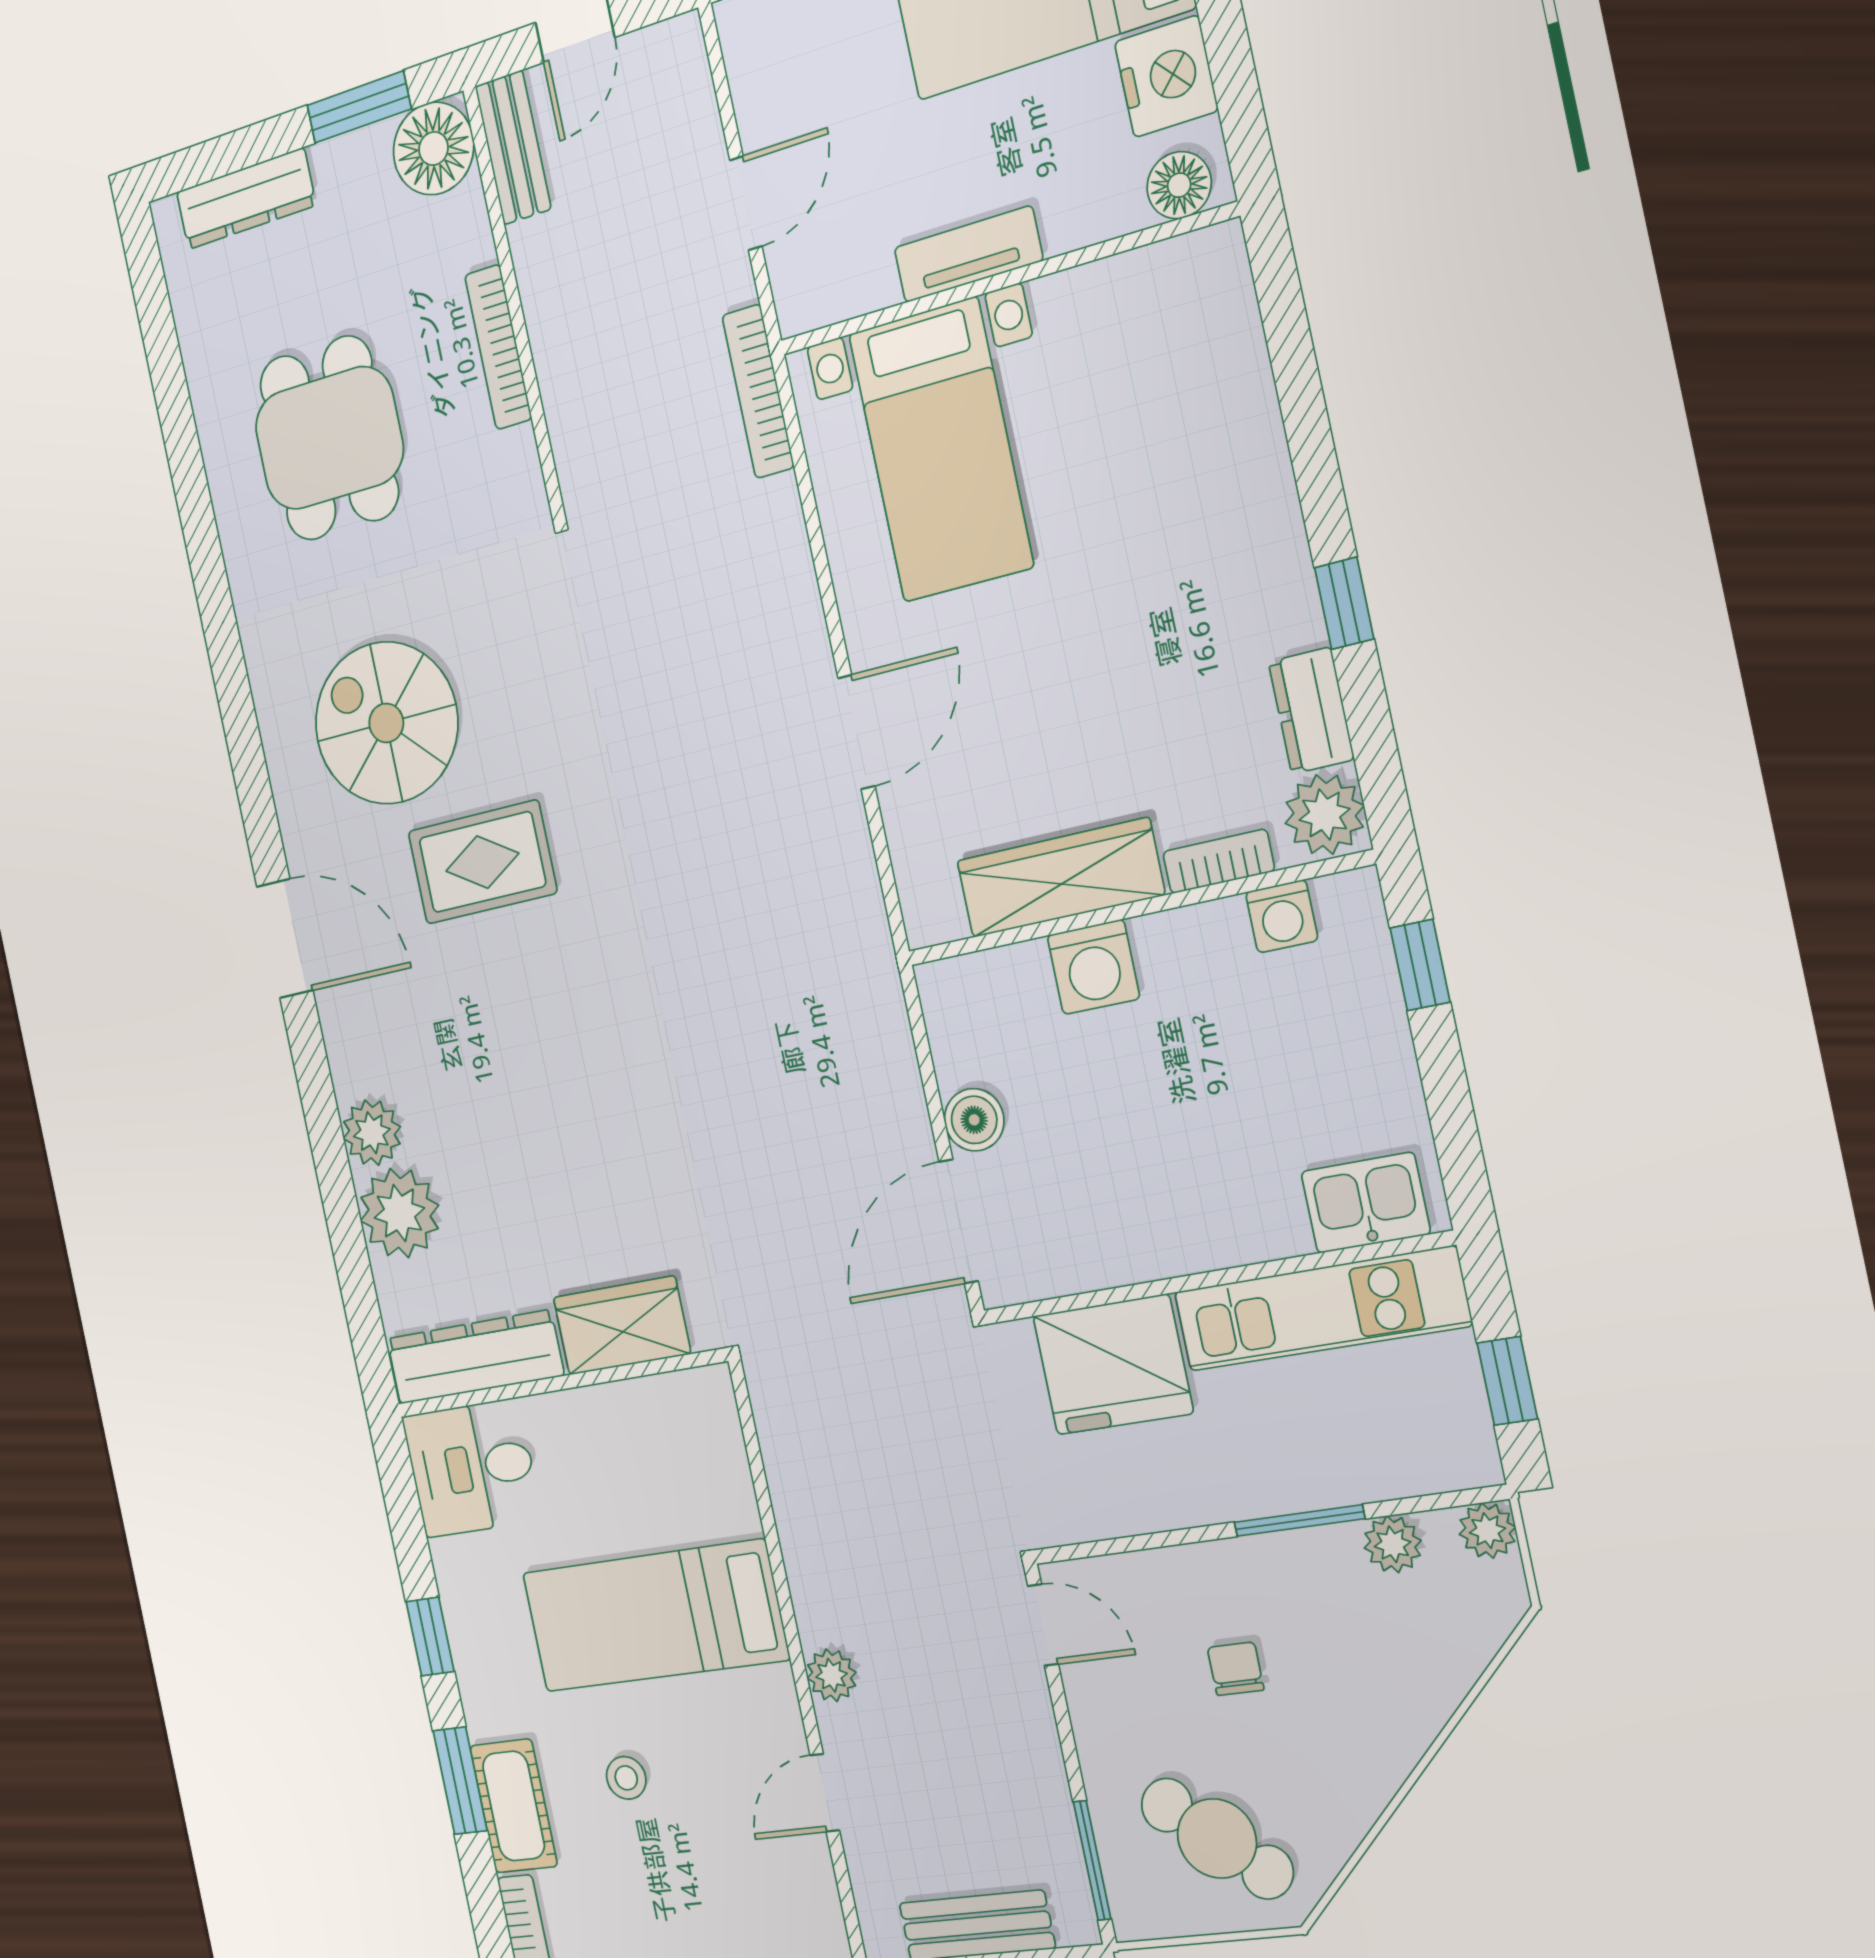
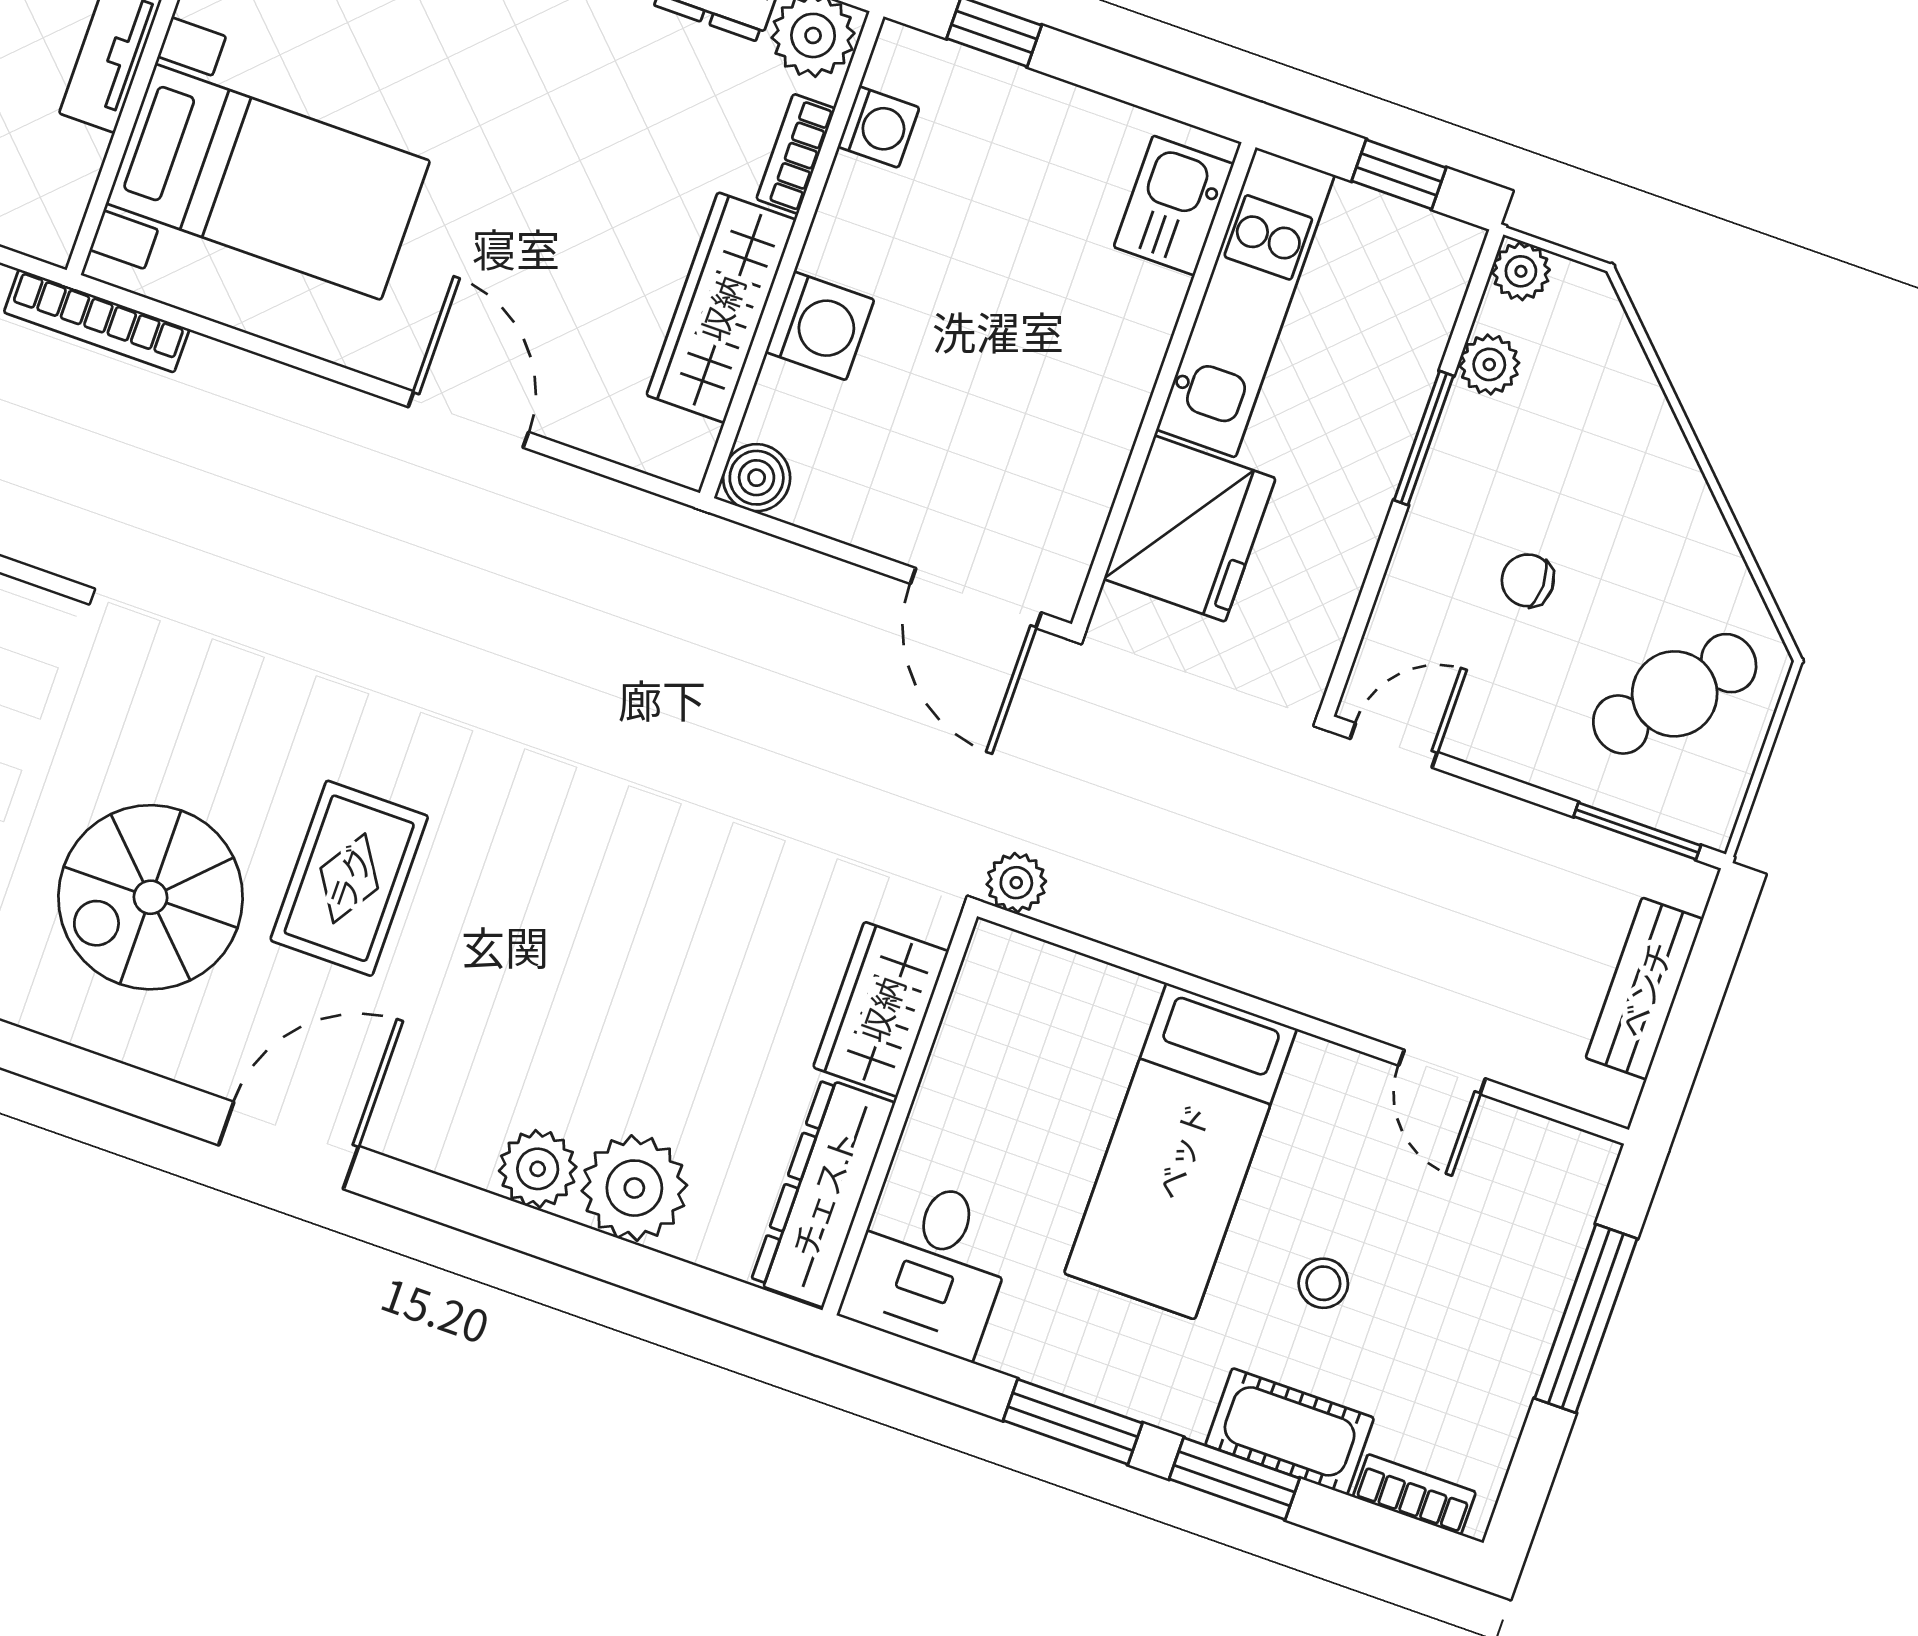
boiler: (974, 1120) -> (757, 478), moved
window: (430, 1637) -> (1073, 1422), width x1.50
plant: (832, 1675) -> (1016, 883), moved

